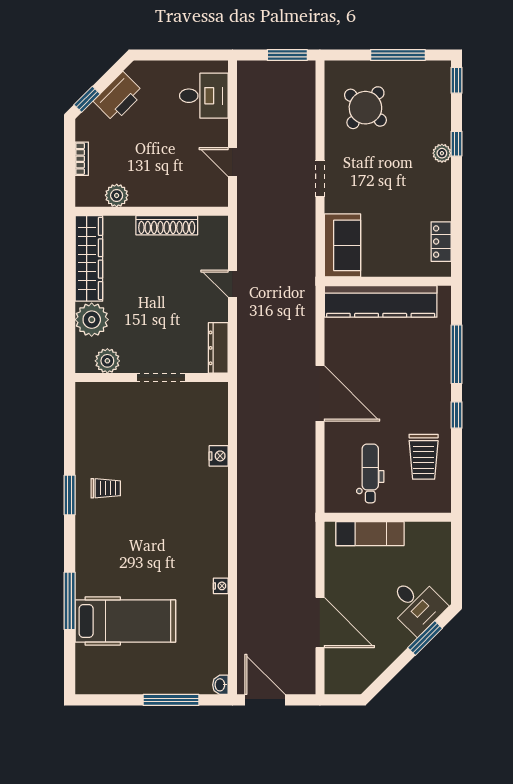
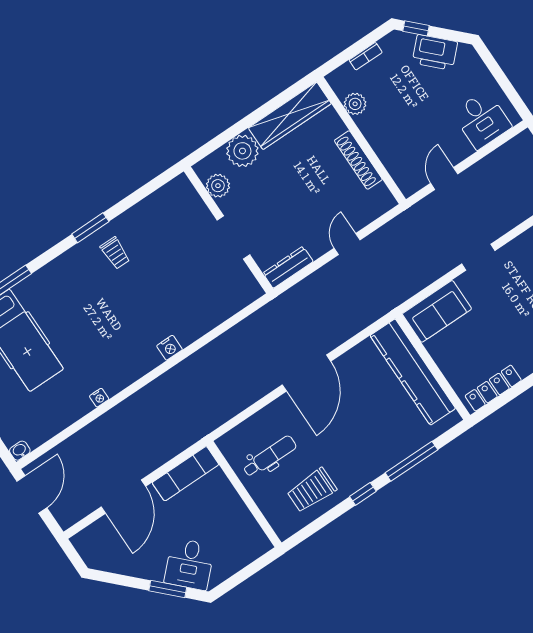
locker: (441, 242) -> (493, 388), width x1.53
nightstand: (219, 456) -> (169, 348), moved
exam couch: (370, 534) -> (185, 474), moved, turned -90

